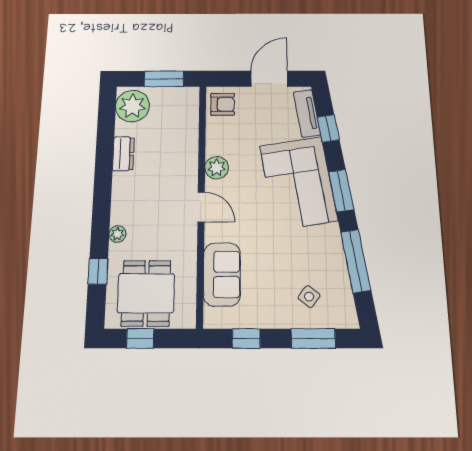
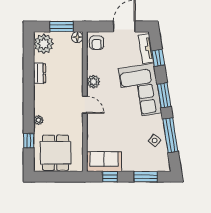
floor lamp: (190, 96) -> (77, 37), added
armchair: (223, 104) -> (97, 43), turned 90
sofa: (222, 274) -> (104, 162), moved, turned -90
side table: (309, 297) -> (155, 141), moved
window: (140, 338) -> (53, 177), removed

